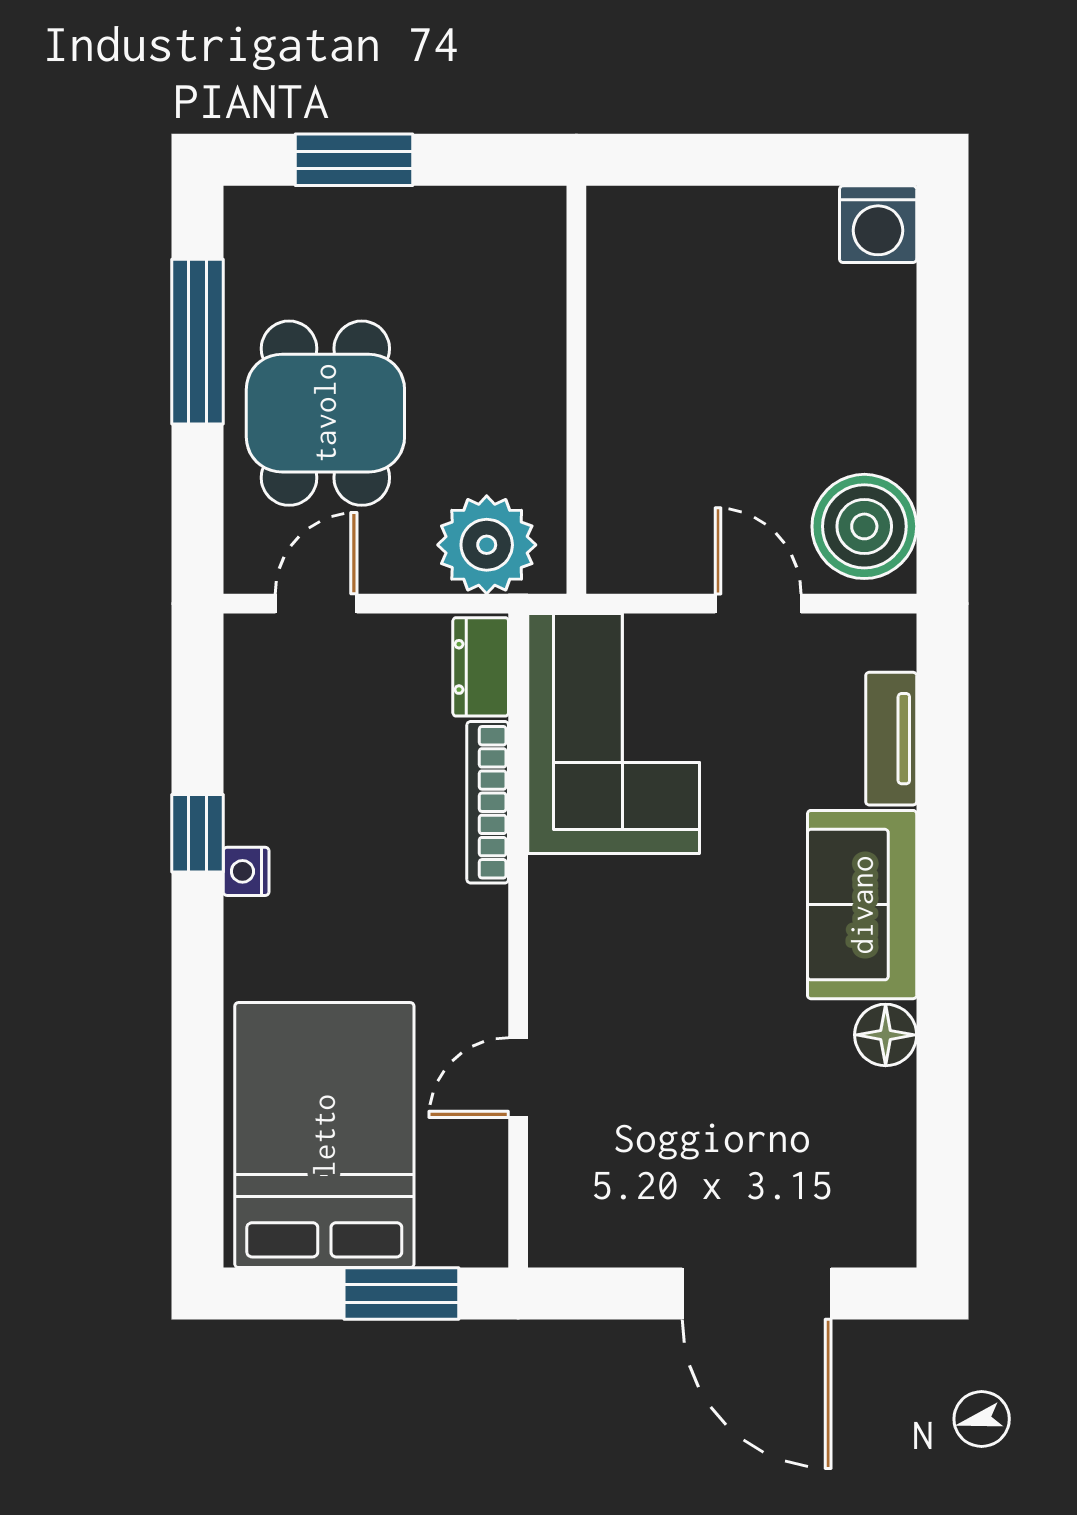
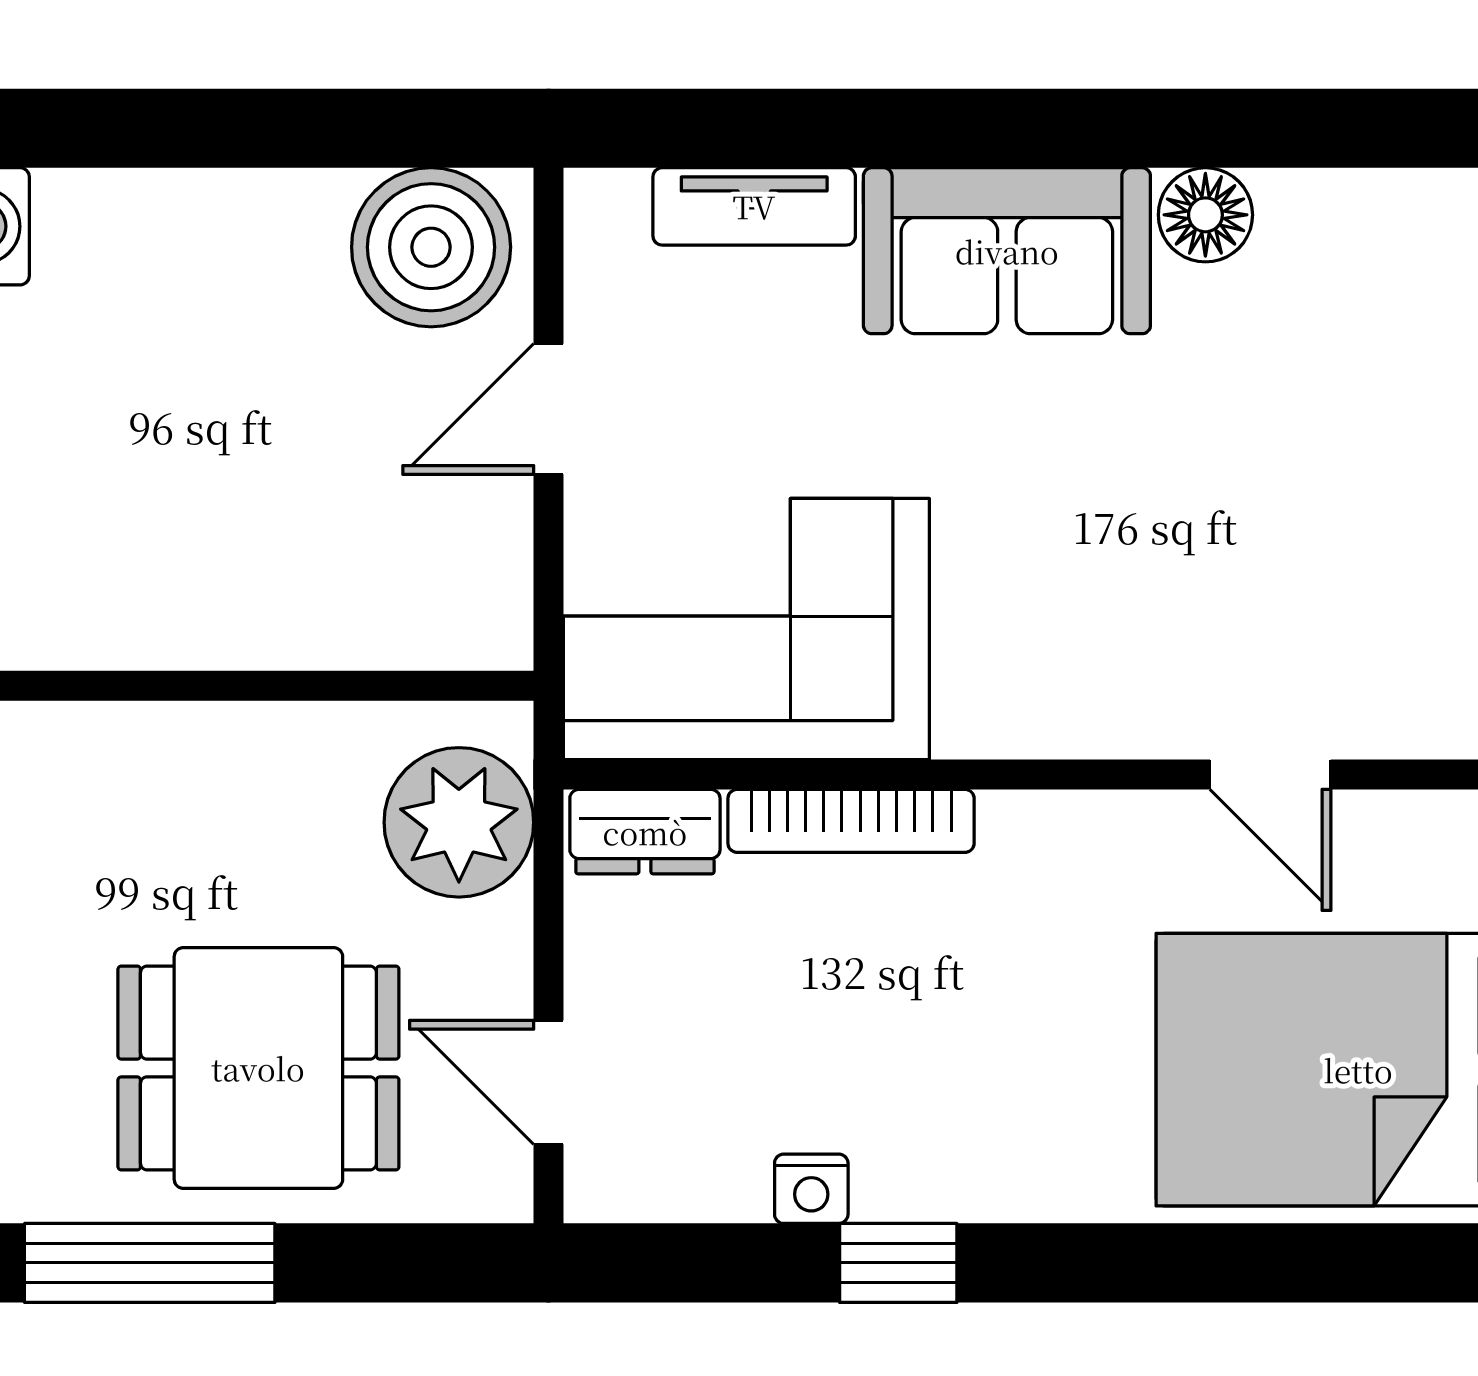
nightstand: (246, 871) -> (811, 1189), moved

